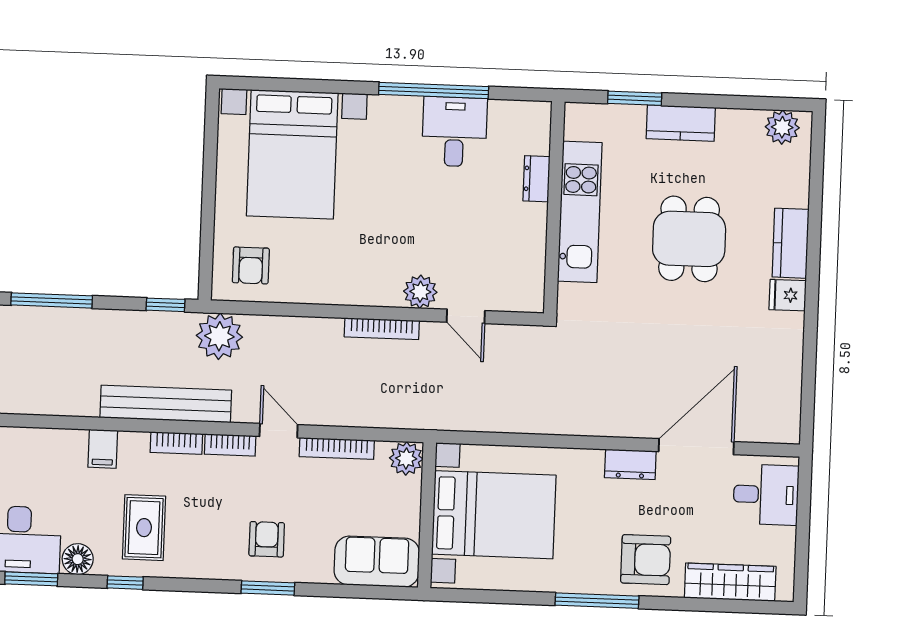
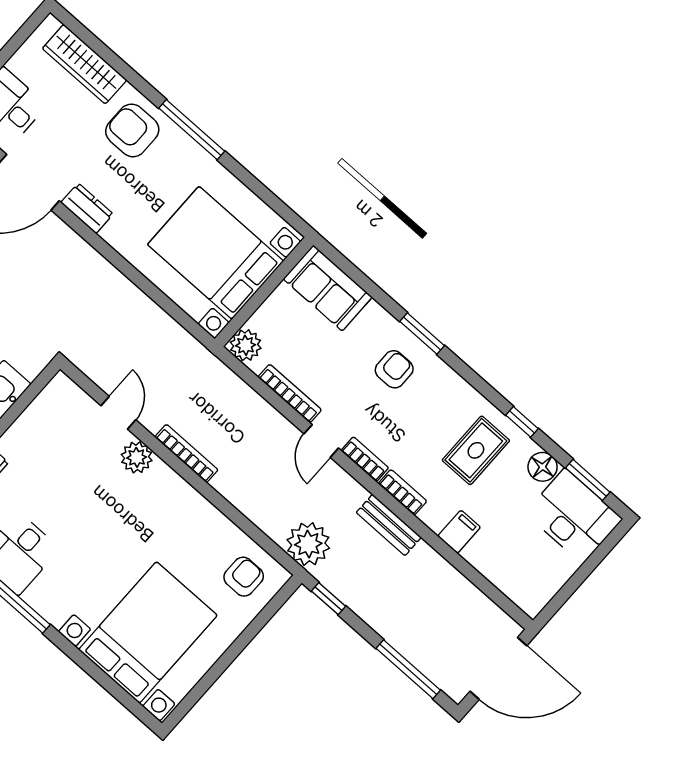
bench: (166, 404) -> (389, 525), width x0.54, depth x0.82
armchair: (267, 539) -> (394, 369), turned 180

